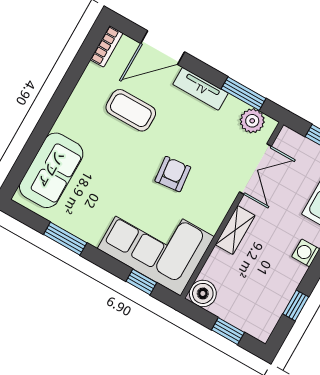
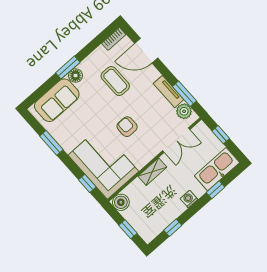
tv unit: (201, 89) -> (168, 92), moved
window: (51, 114) -> (68, 68), added
floor lamp: (67, 123) -> (75, 76), added
armchair: (173, 174) -> (127, 127), turned -84

